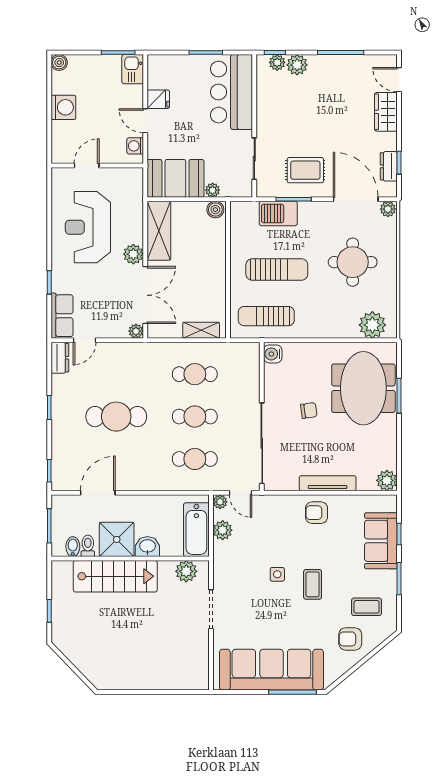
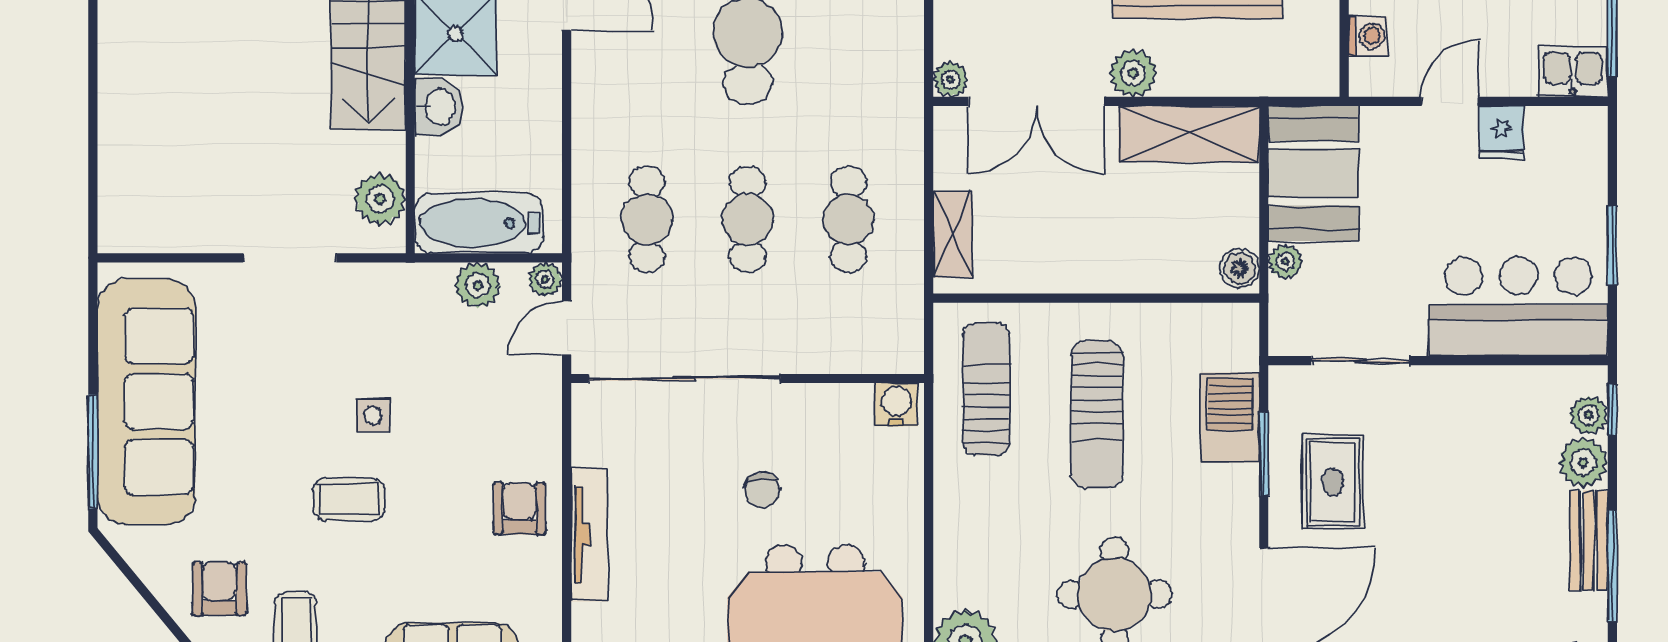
bench: (330, 62) -> (1589, 540), added
washing machine: (135, 146) -> (1368, 36), moved, turned 90

